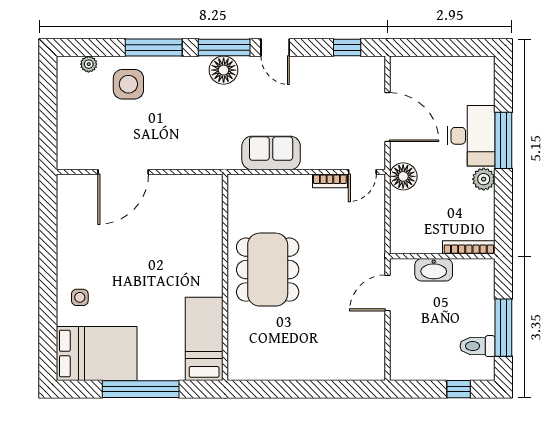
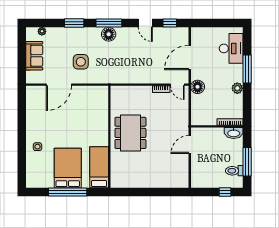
window: (154, 47) -> (74, 23), width x0.69
door: (275, 47) -> (145, 23), moved
side table: (128, 84) -> (81, 62), moved
door: (387, 117) -> (190, 57), swing flipped
desk: (471, 136) -> (231, 48), moved
sofa: (271, 153) -> (34, 56), moved, turned 90
door: (362, 172) -> (177, 85), hinge flipped
washbasin: (434, 270) -> (234, 133), moved
bed: (97, 353) -> (68, 168), moved, turned -90

